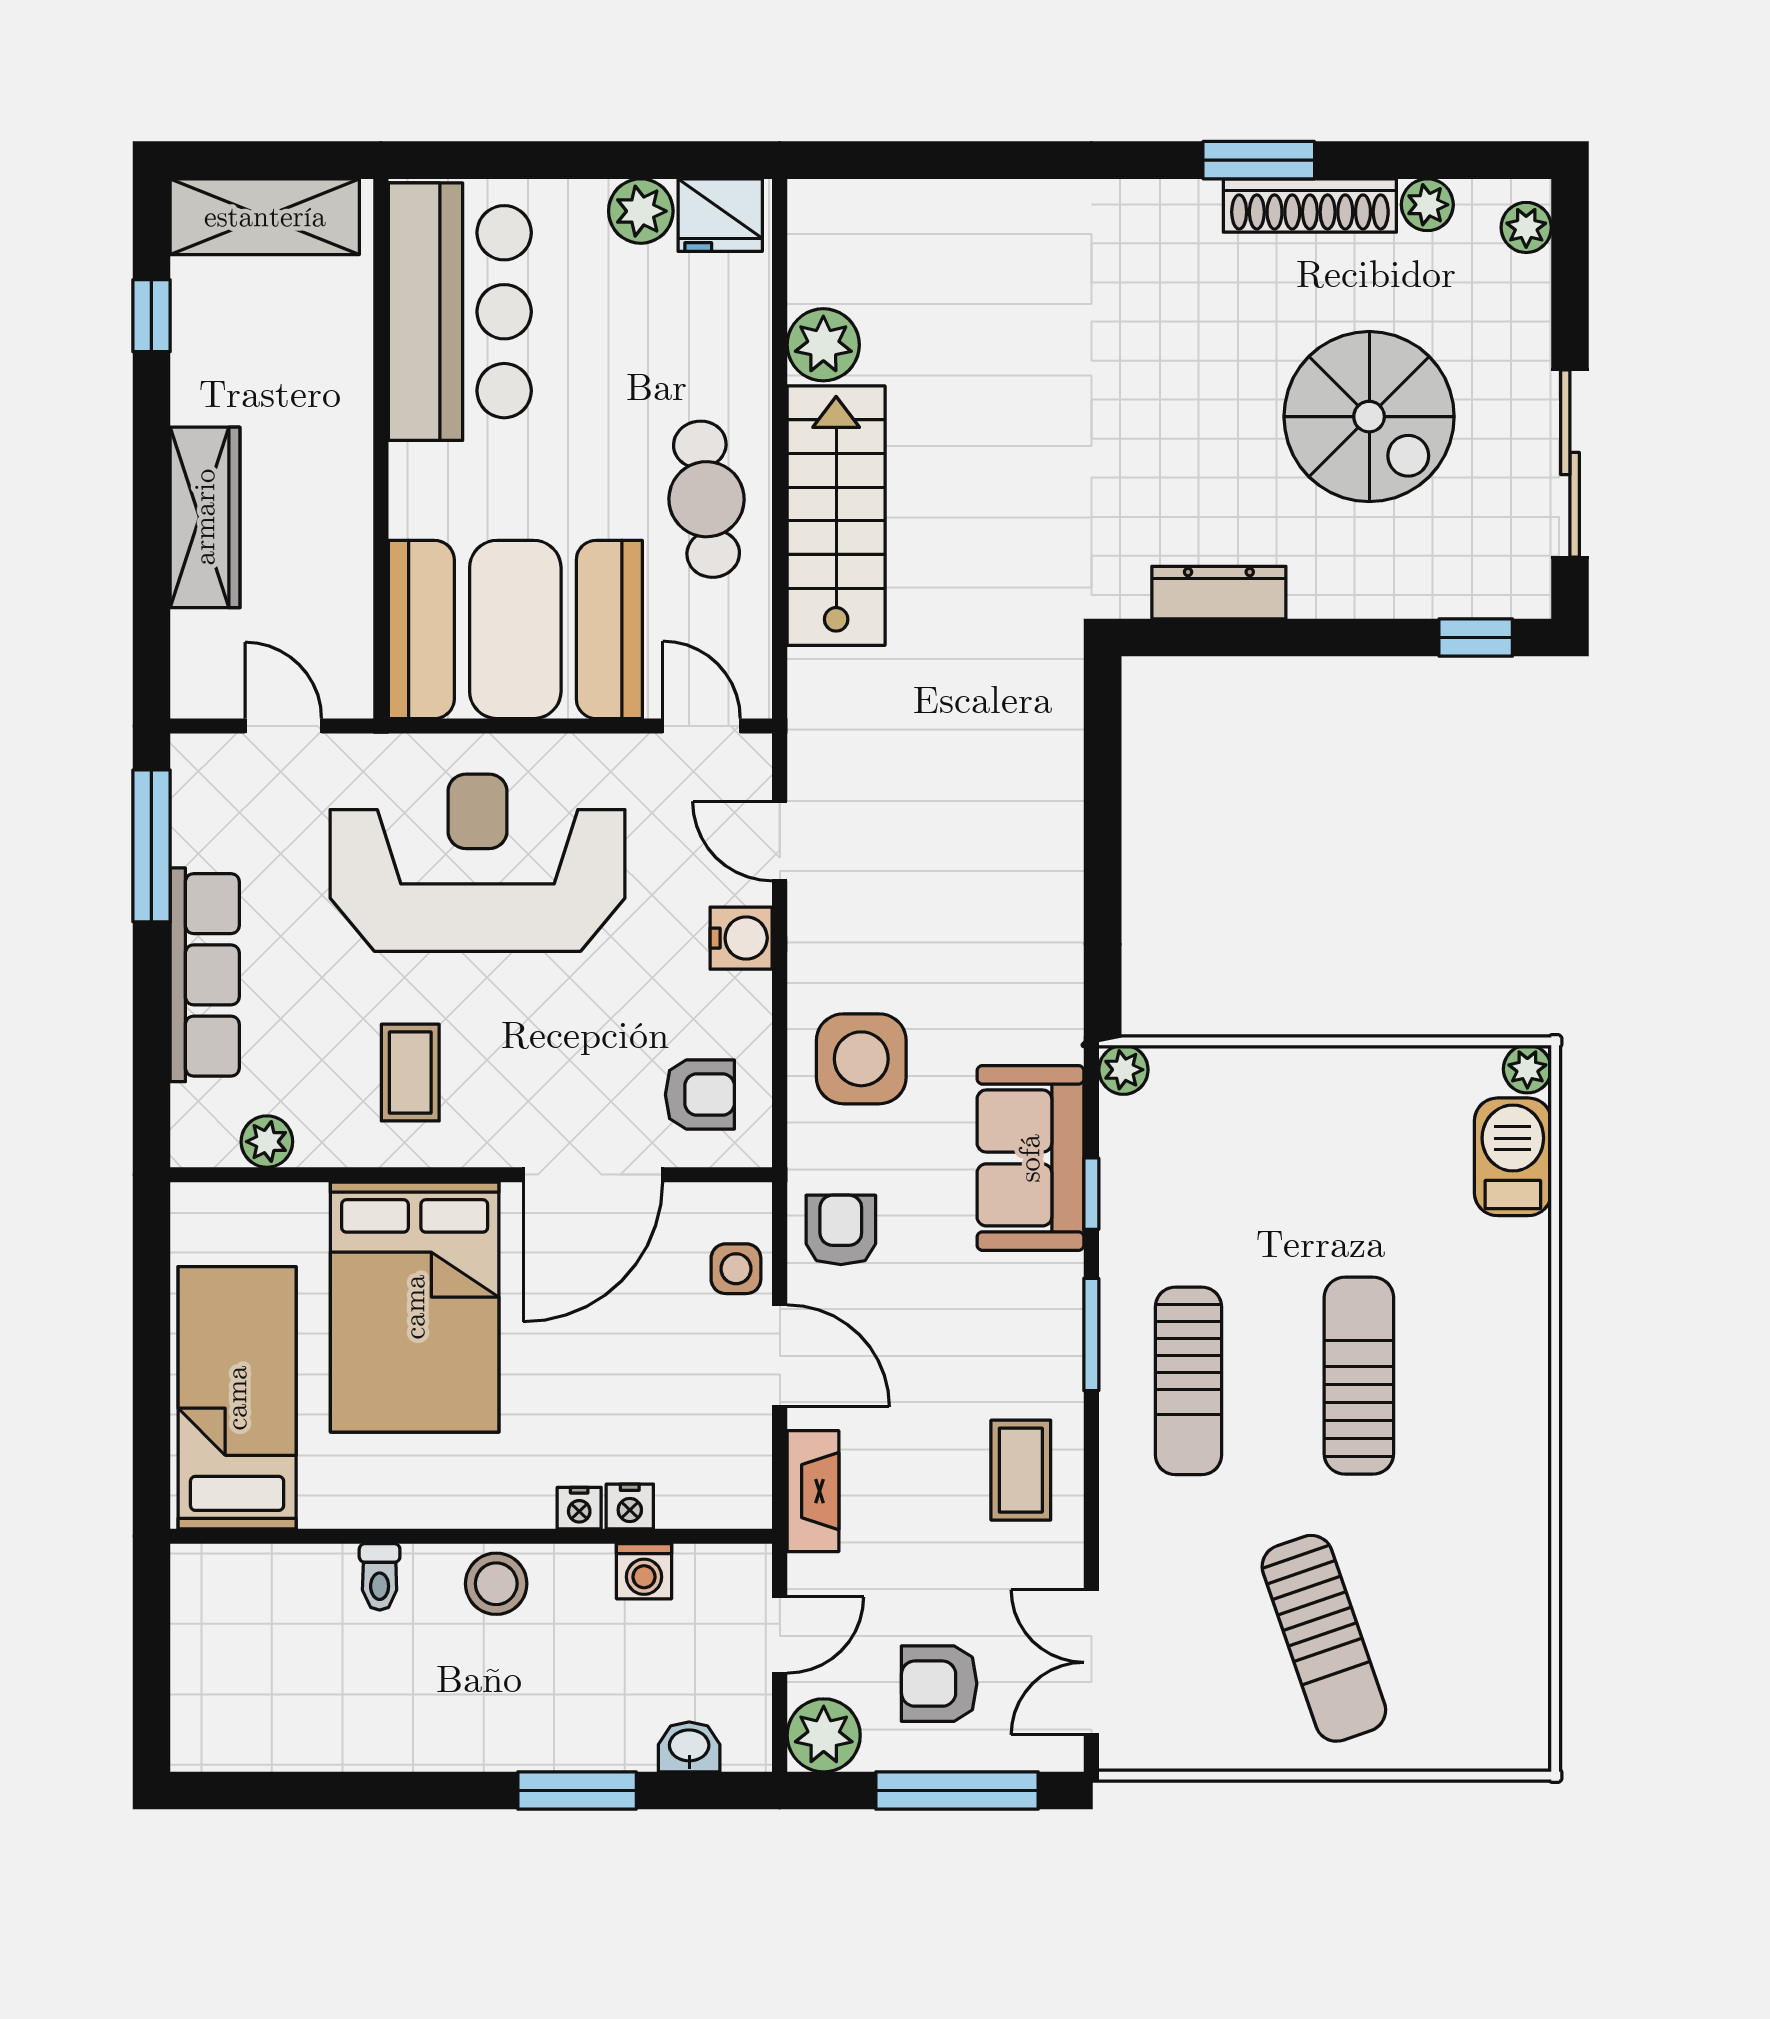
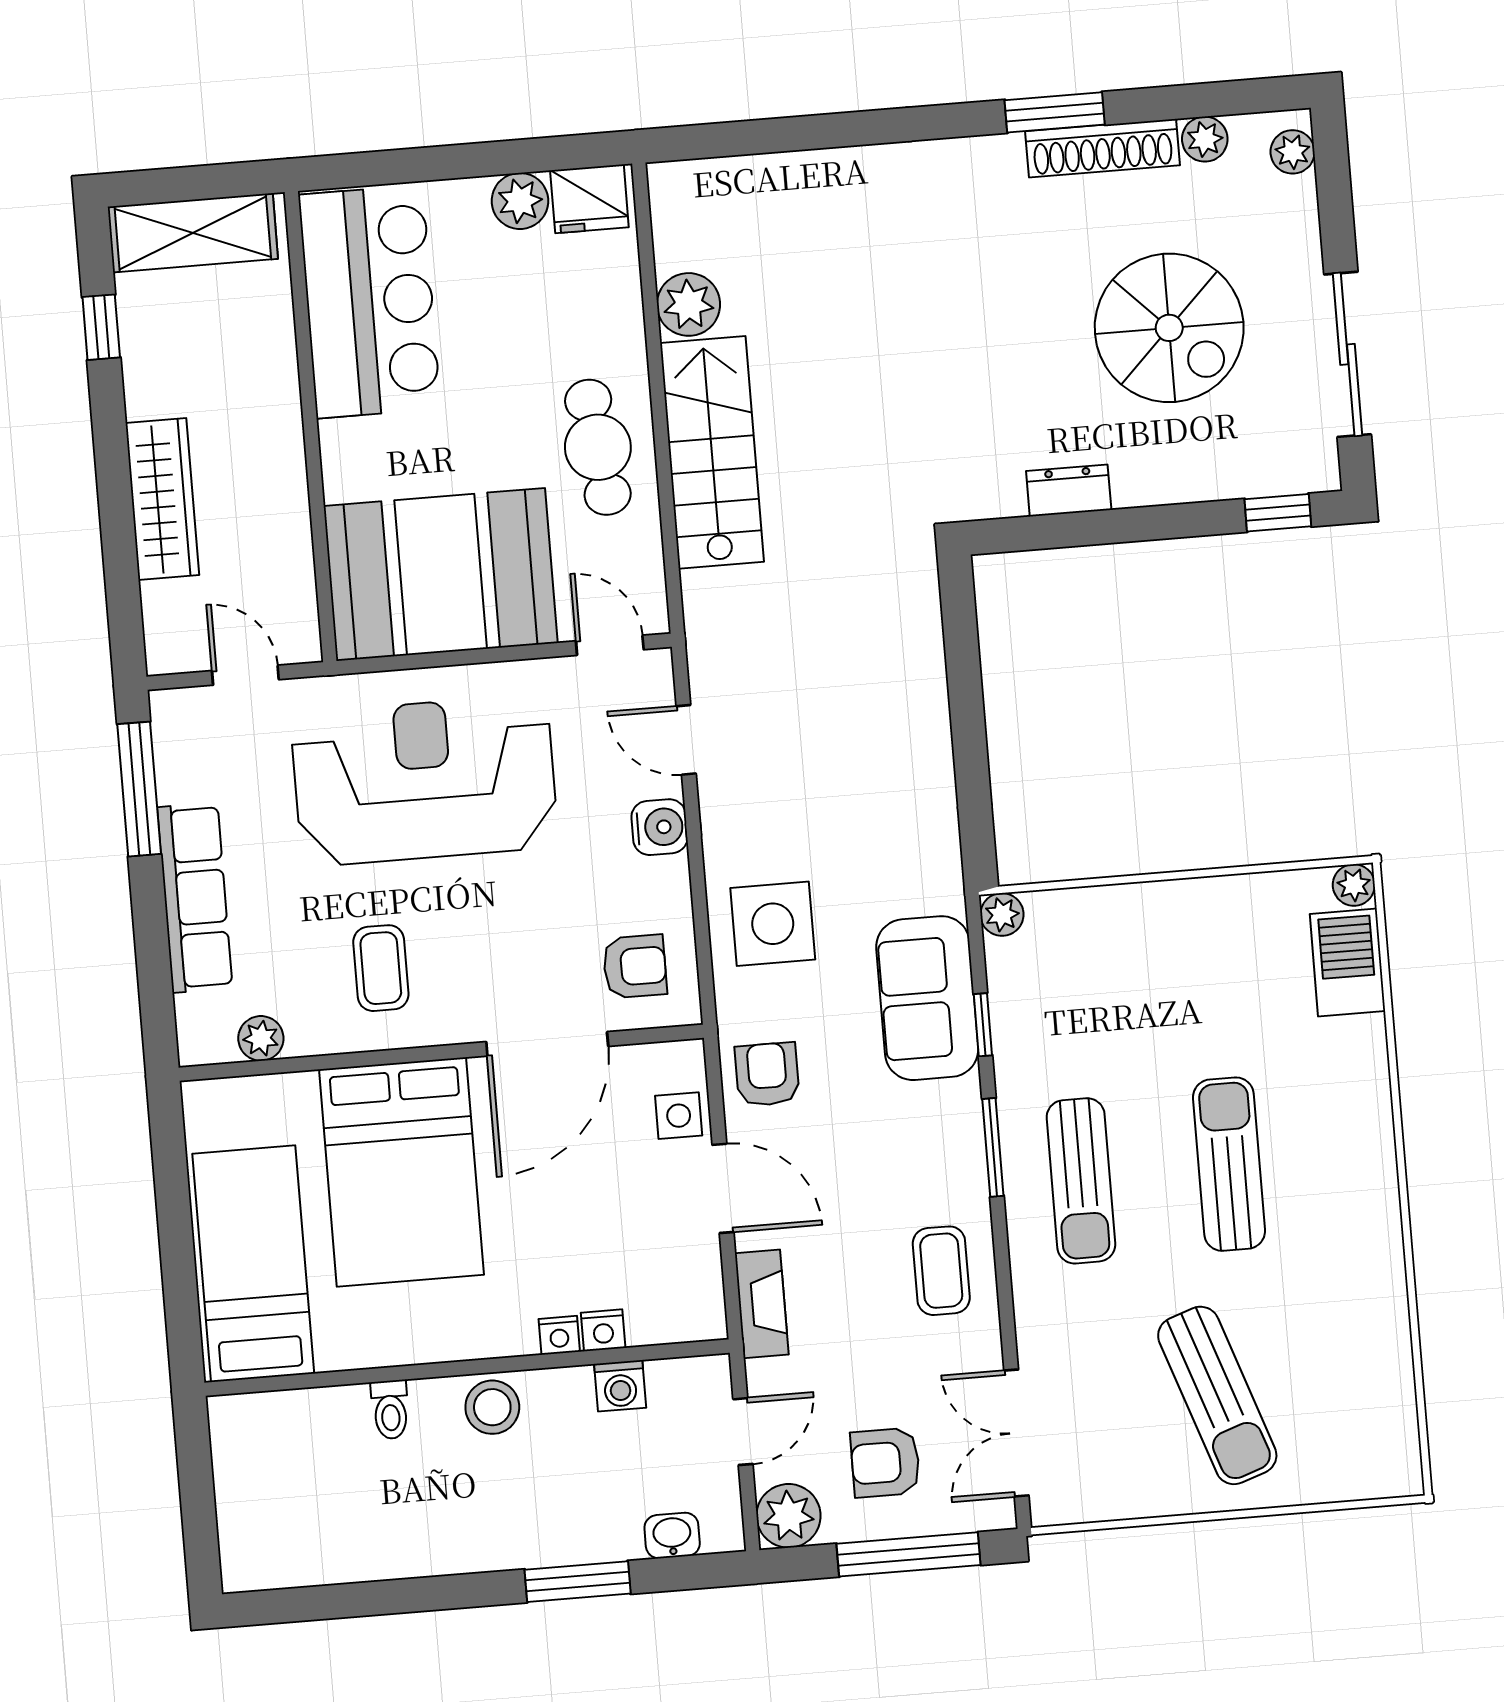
dresser: (1219, 593) -> (1069, 490), width x0.70

